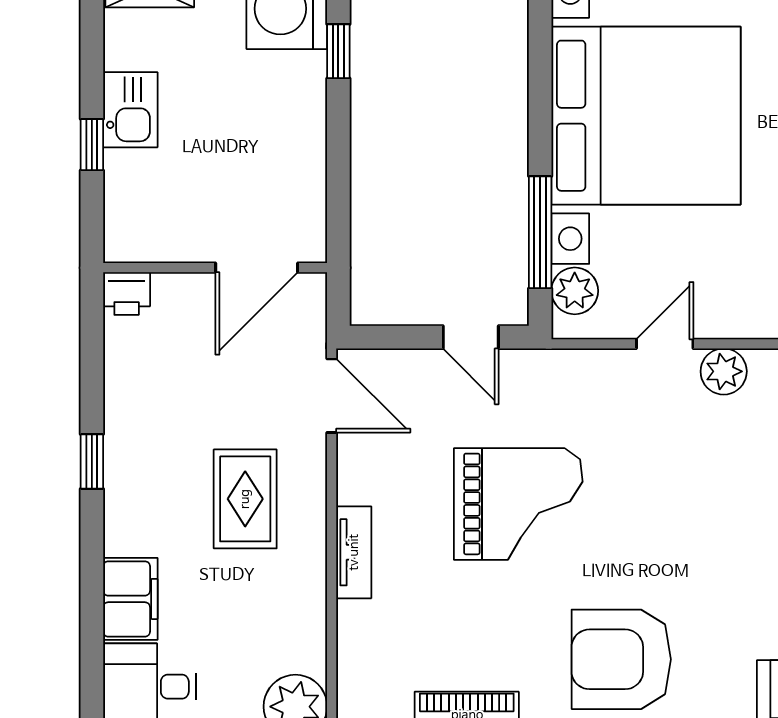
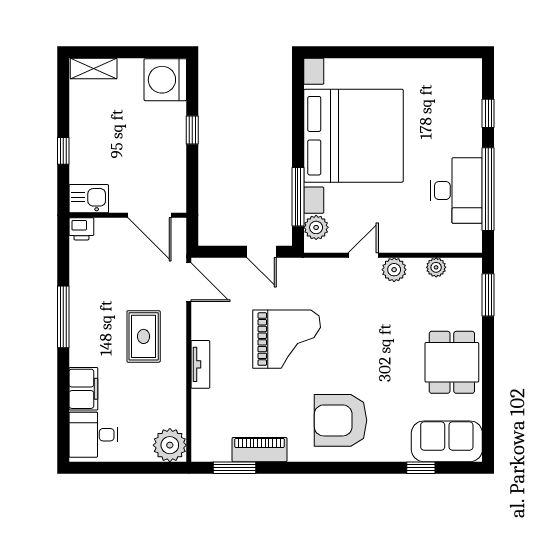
window: (338, 51) -> (192, 130), moved
kitchen sink: (130, 110) -> (89, 199), moved, turned -90
door: (257, 268) -> (150, 215), hinge flipped
window: (92, 462) -> (63, 317), width x2.17

